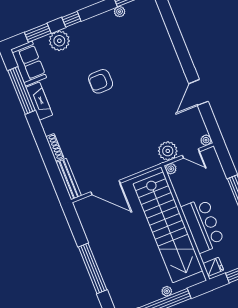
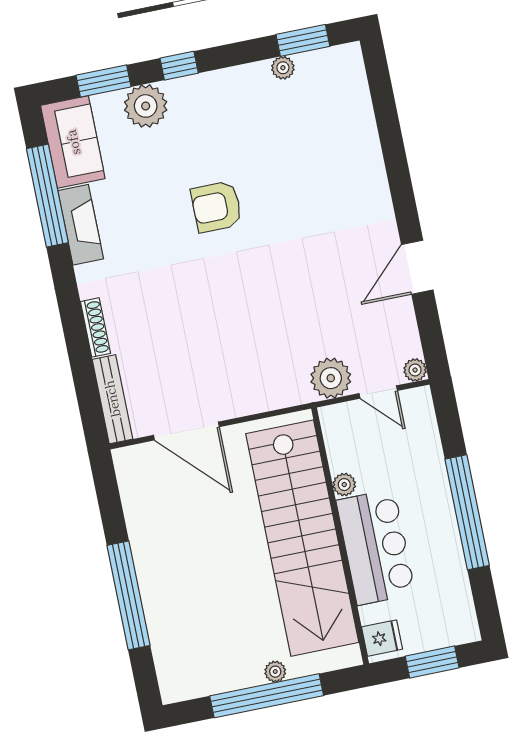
plant: (171, 169) -> (344, 485), moved

